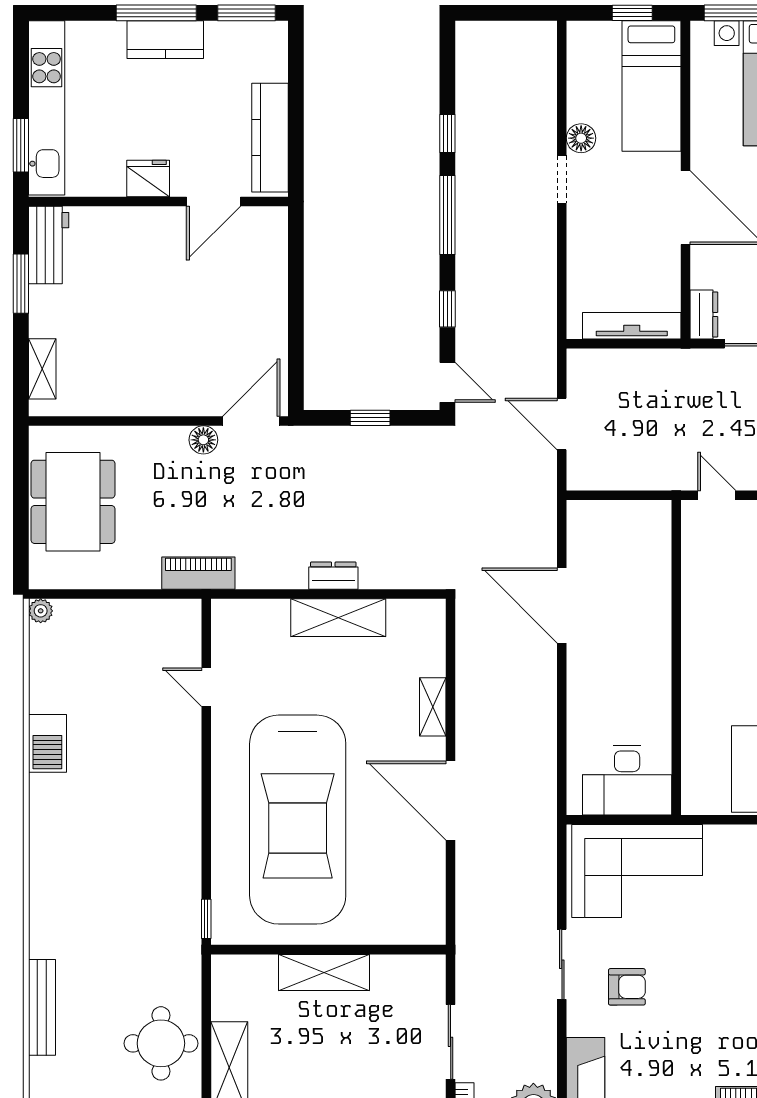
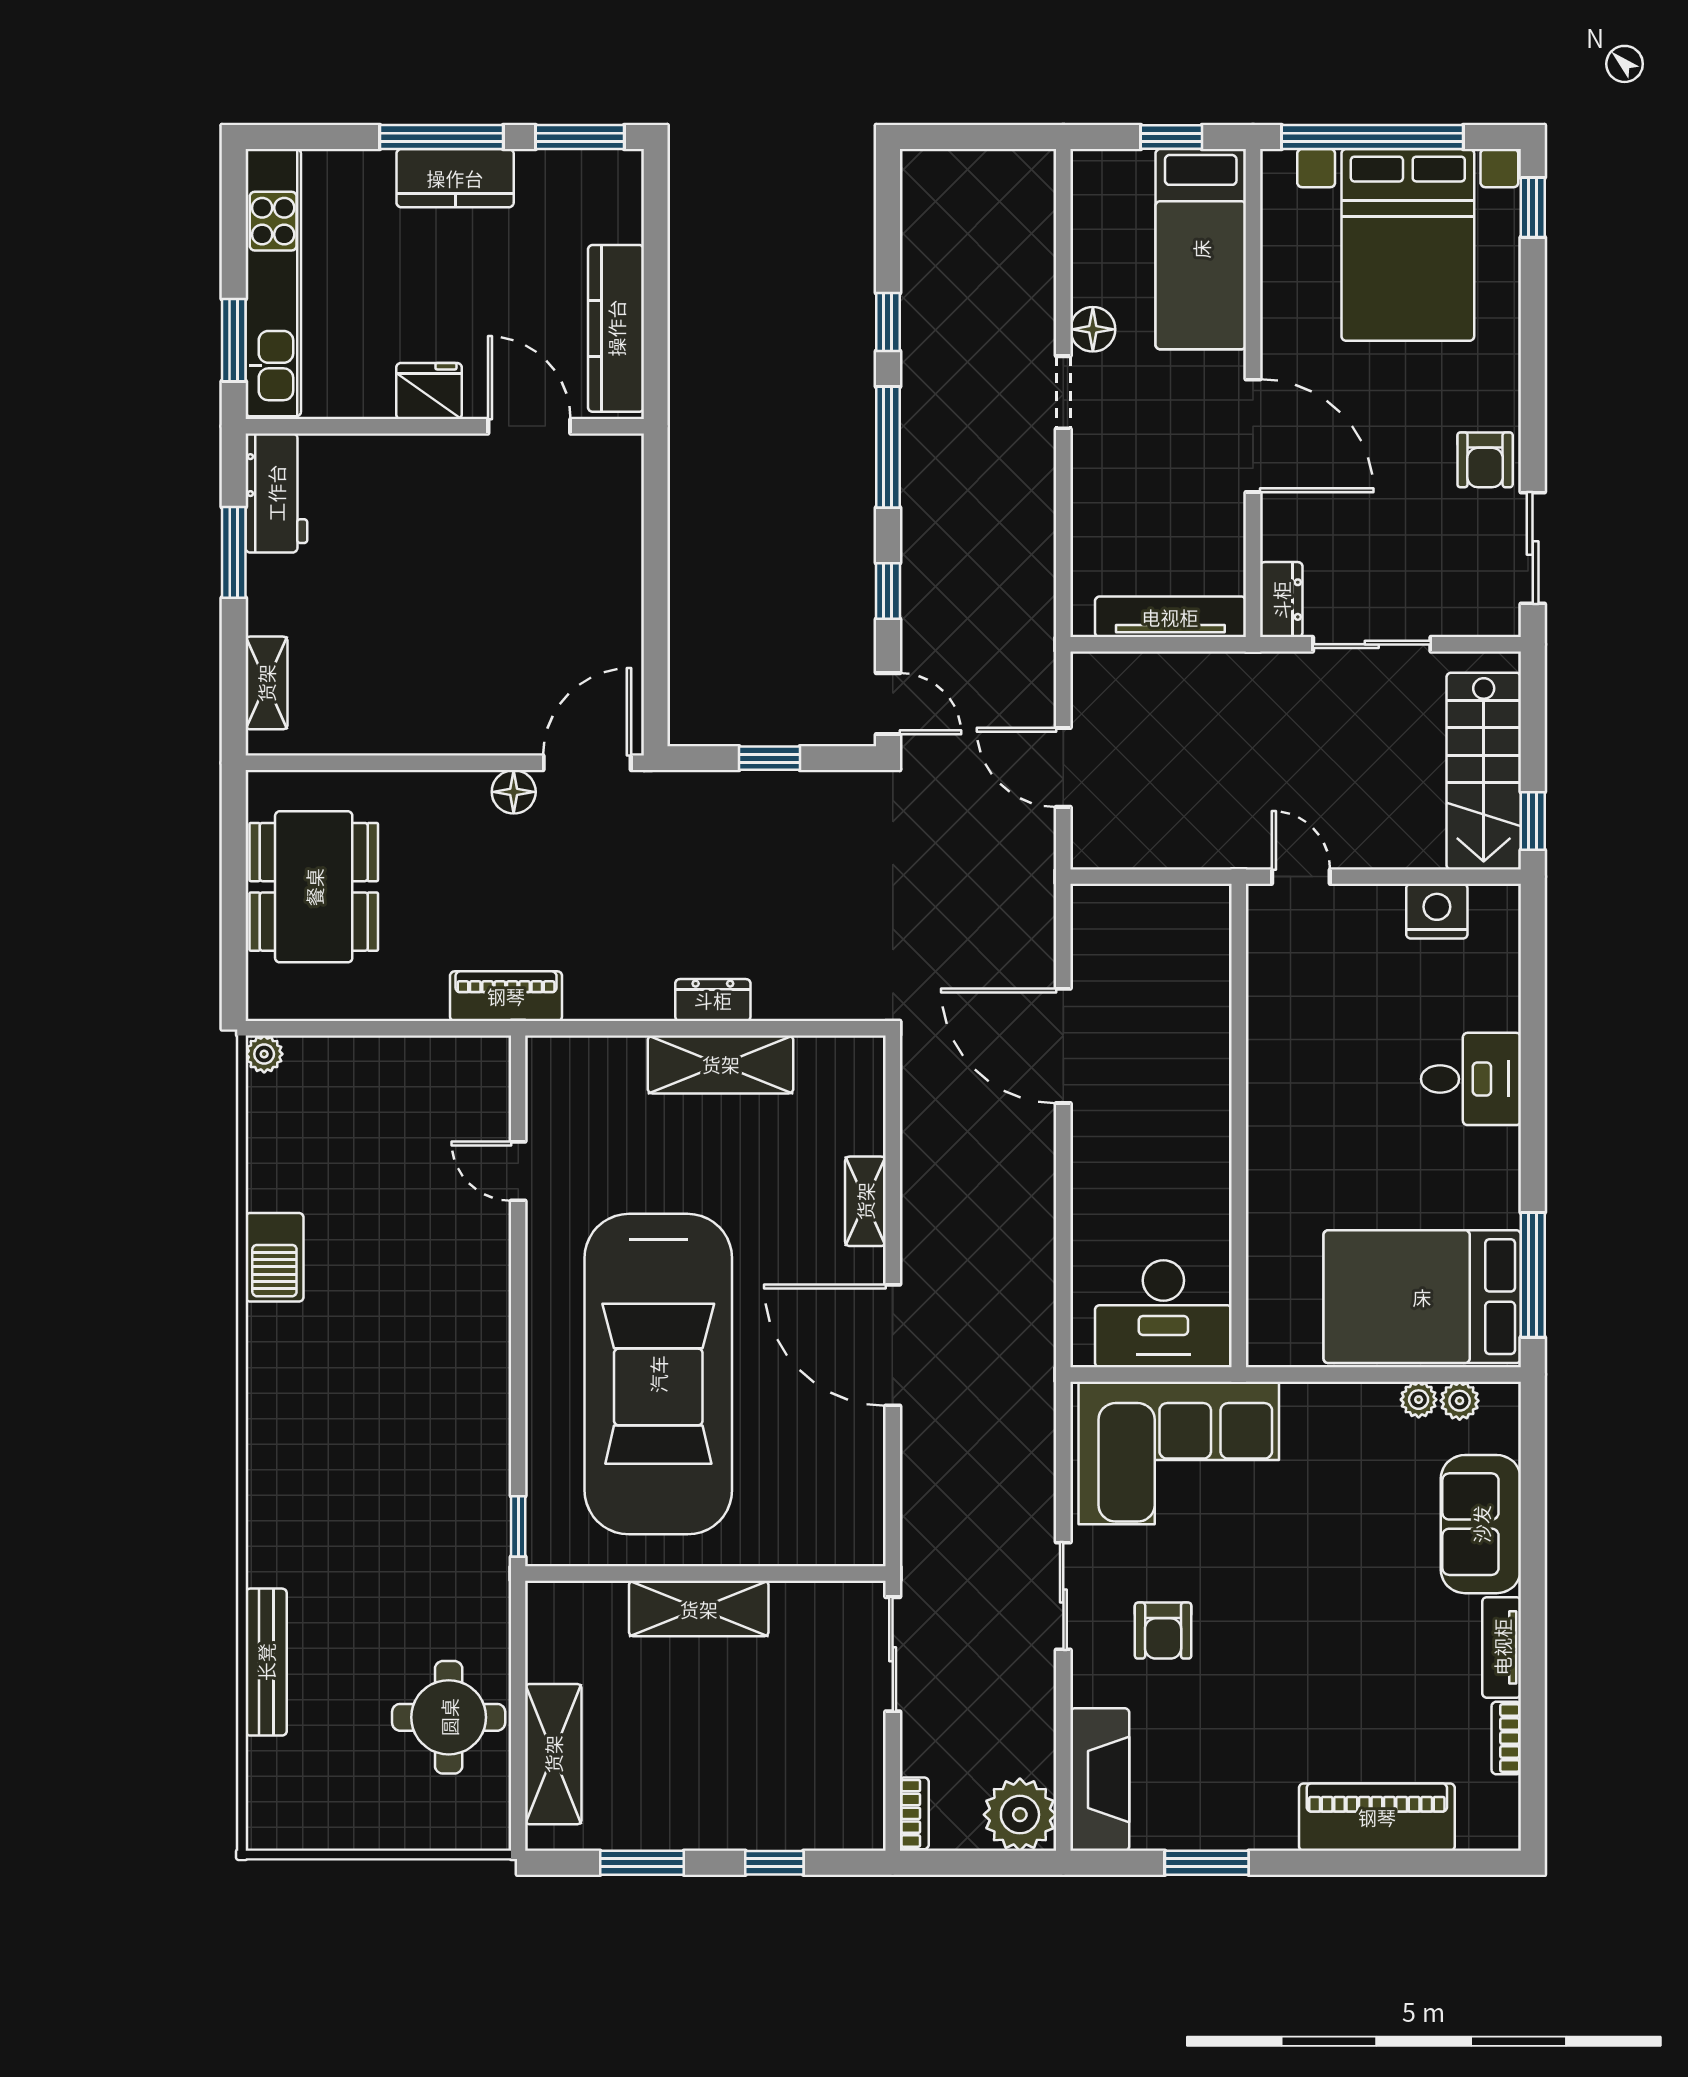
door: (214, 201) -> (529, 426), swing flipped
armchair: (627, 987) -> (1163, 1631), turned 90
sliding door: (451, 1042) -> (893, 1654), moved

